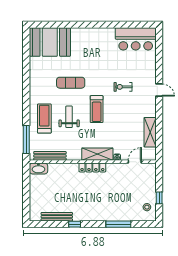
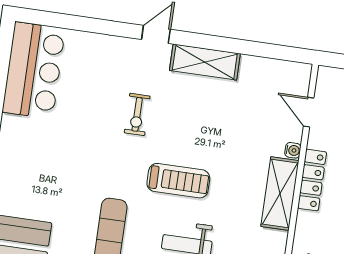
shelving: (150, 132) -> (205, 62), moved
locker: (92, 167) -> (312, 180), moved

